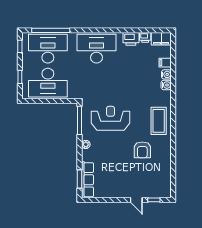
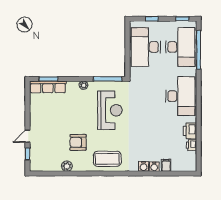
filing cabinet: (161, 39) -> (190, 161), removed
plant: (166, 161) -> (67, 166), added

